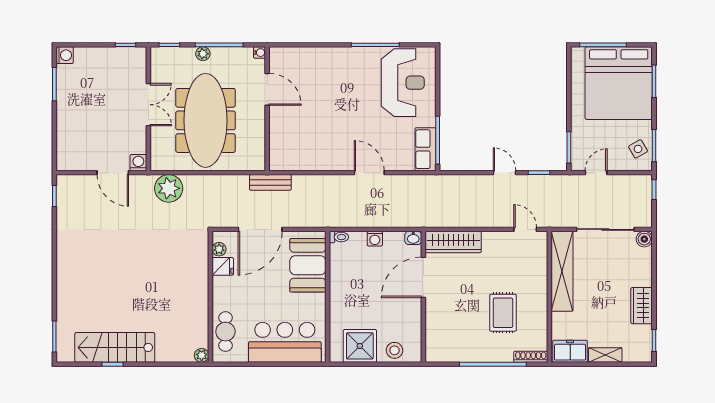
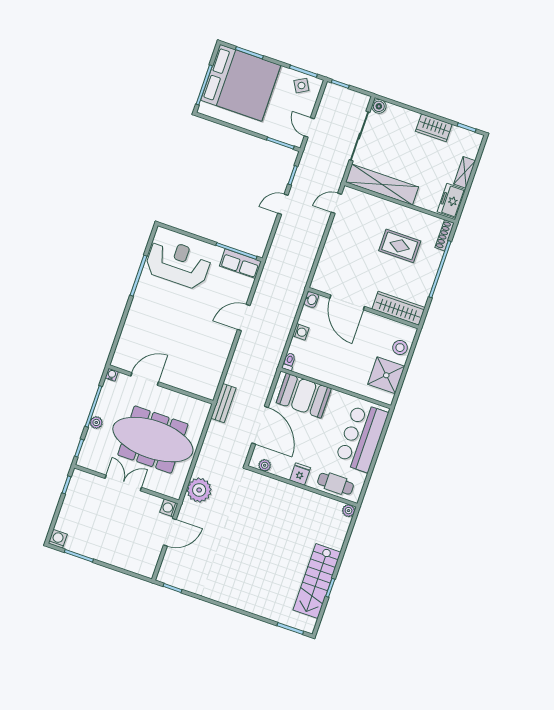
wardrobe: (453, 242) -> (399, 308), moved, turned -90
fridge: (223, 266) -> (300, 474), moved

